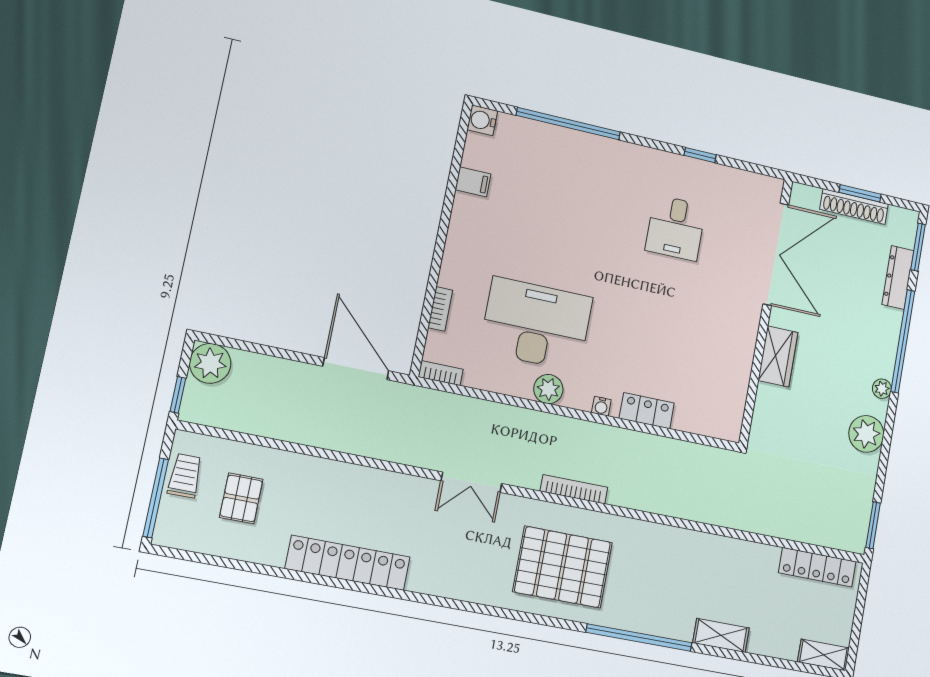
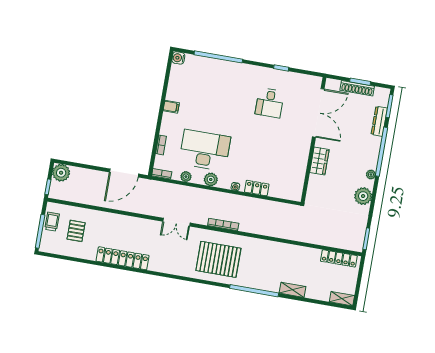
filing cabinet: (473, 182) -> (171, 107), moved
door: (356, 369) -> (124, 173), swing flipped
plant: (494, 381) -> (186, 177), added

